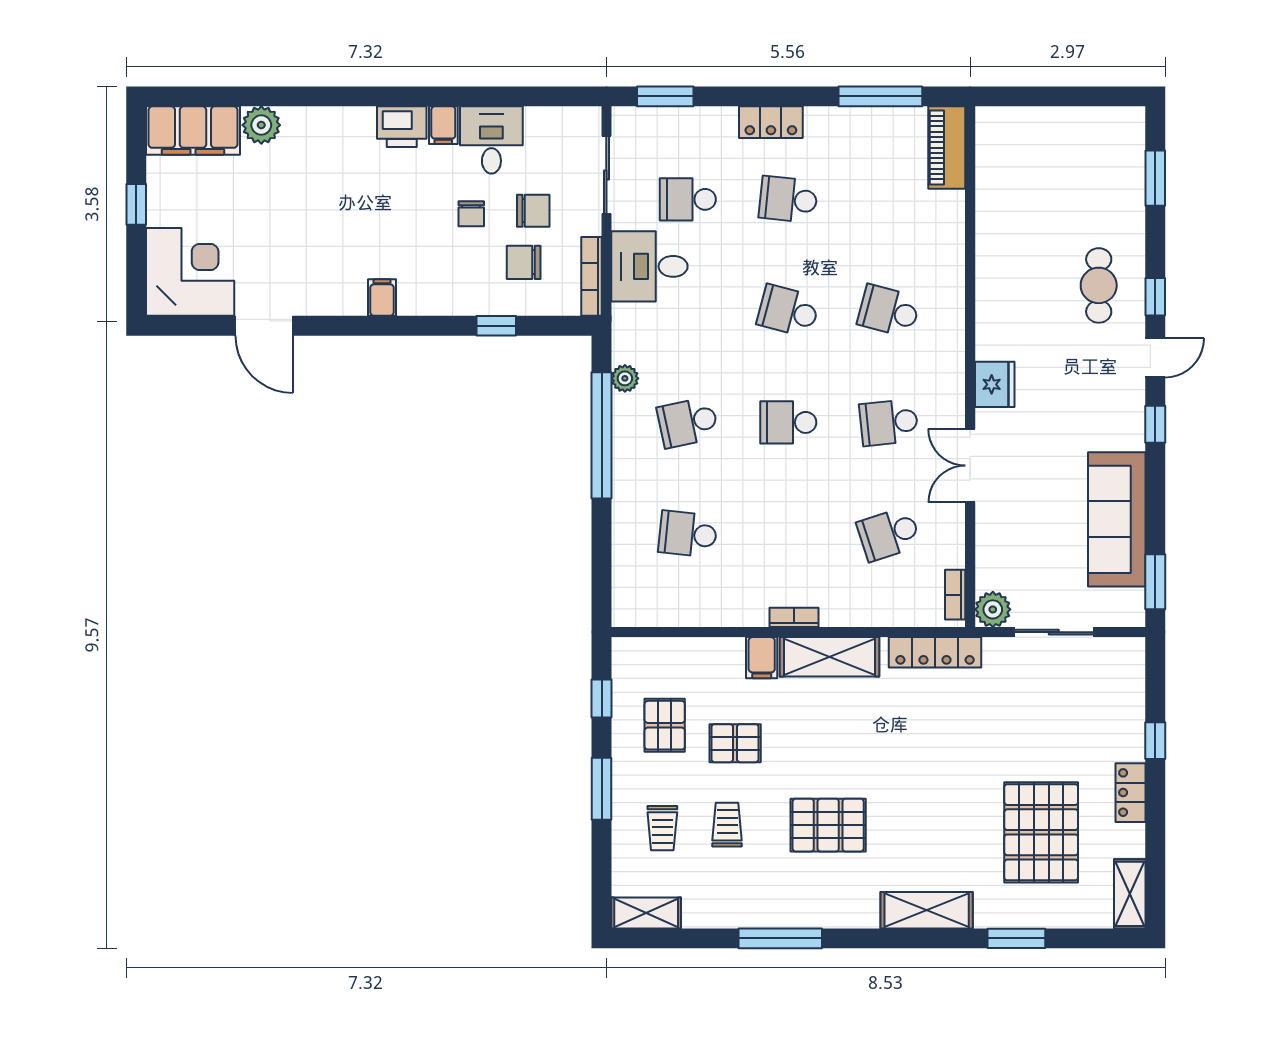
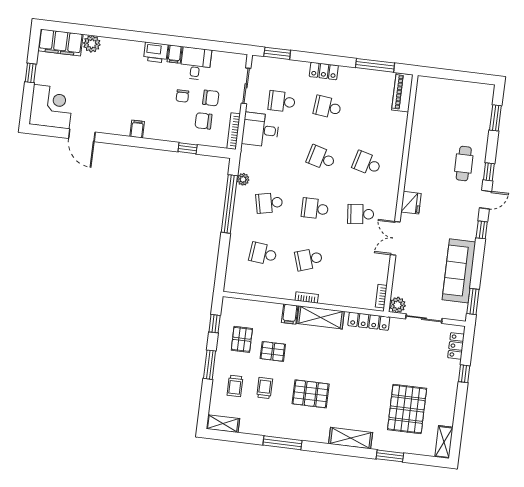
school desk: (889, 534) -> (309, 259), moved
locker: (1131, 793) -> (456, 346), moved

